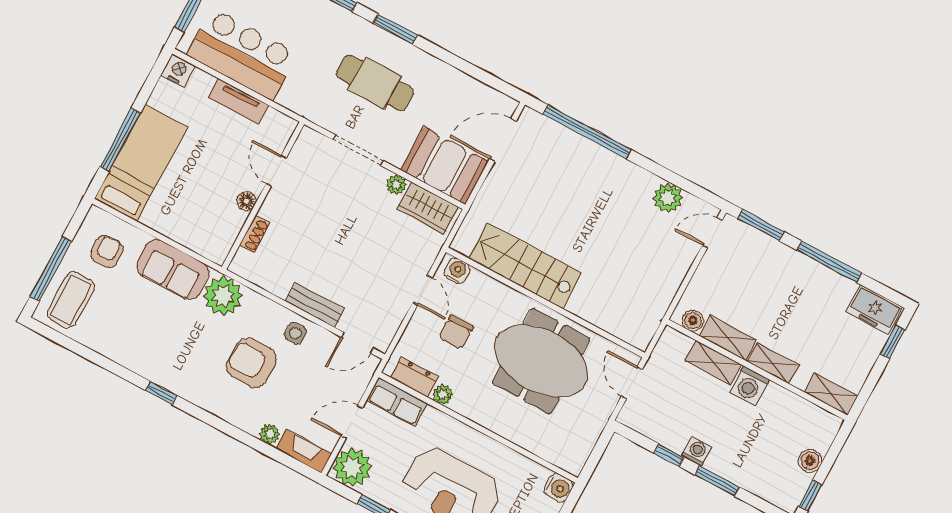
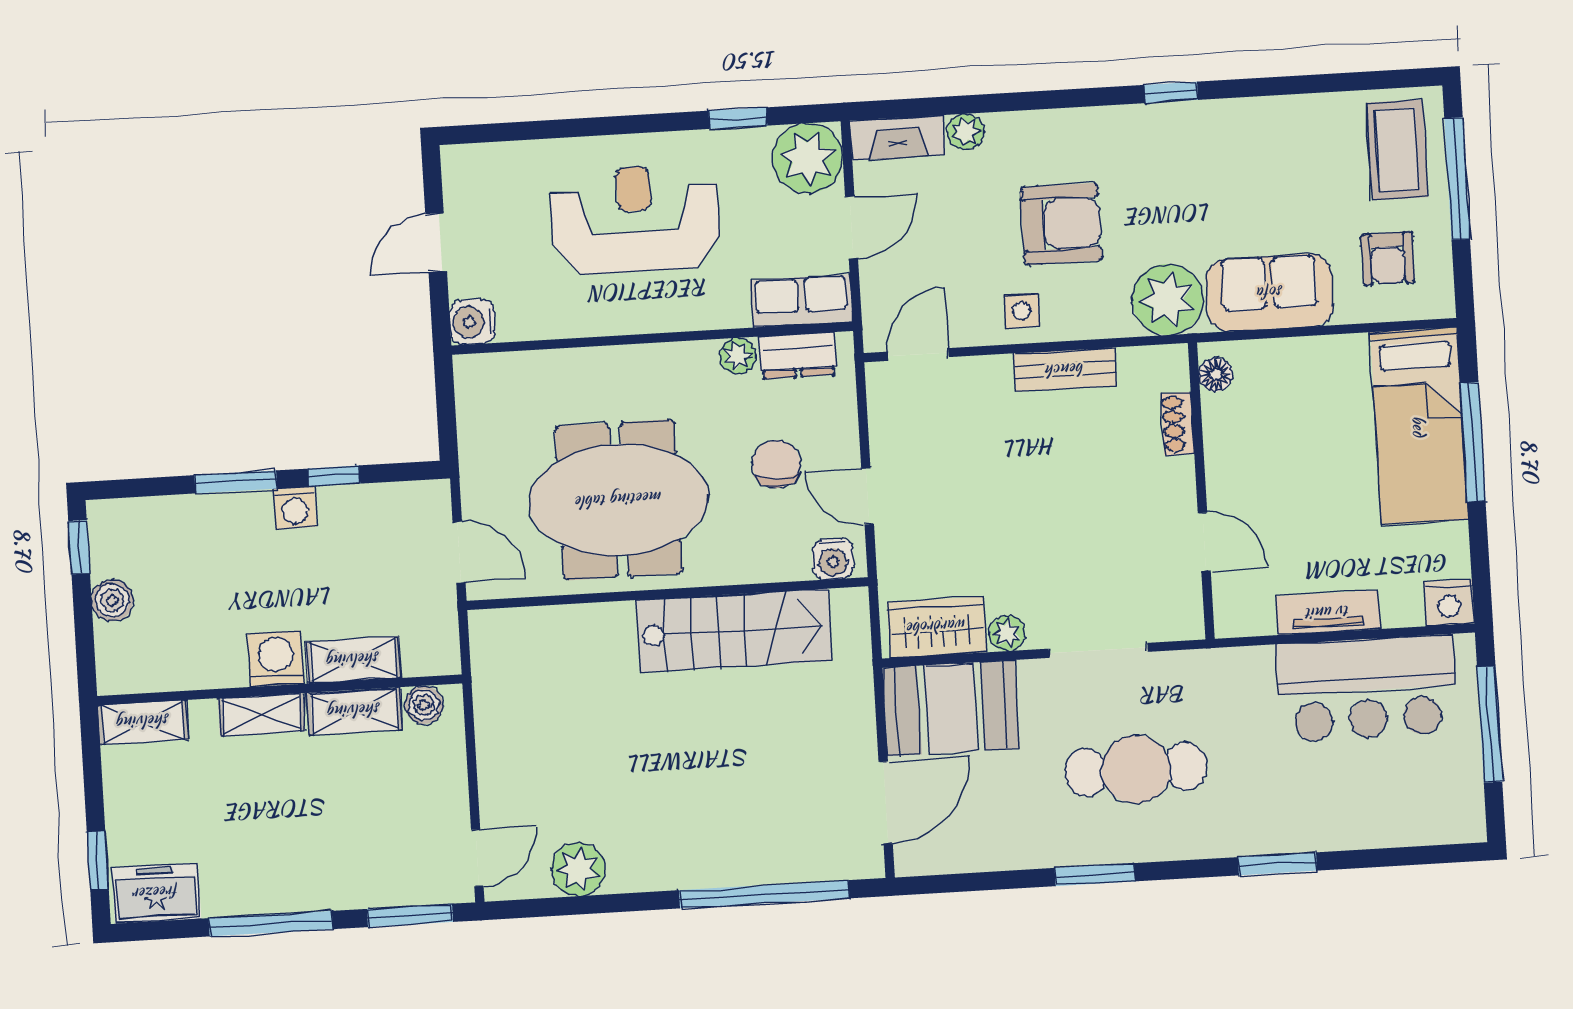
window: (395, 29) -> (1095, 875), moved
floor lamp: (246, 201) -> (1216, 375), moved
bench: (315, 305) -> (1065, 370), moved

